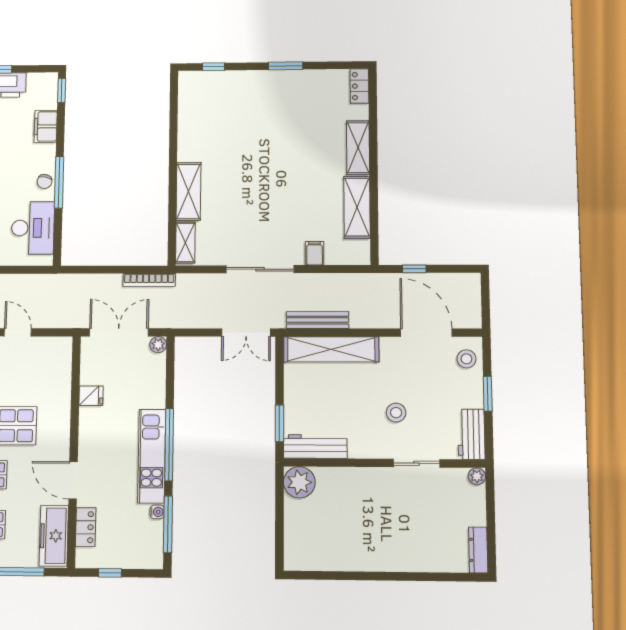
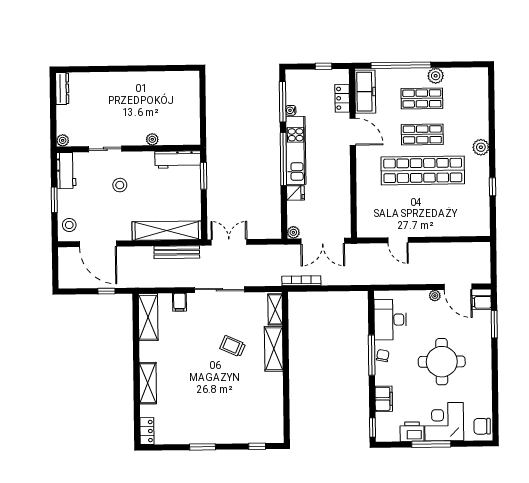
trolley: (243, 195) -> (233, 346), added
shelving: (357, 207) -> (148, 317), moved
fridge: (91, 396) -> (295, 193), moved, turned 180
plant: (299, 482) -> (152, 139), moved, width x0.53, depth x0.53

